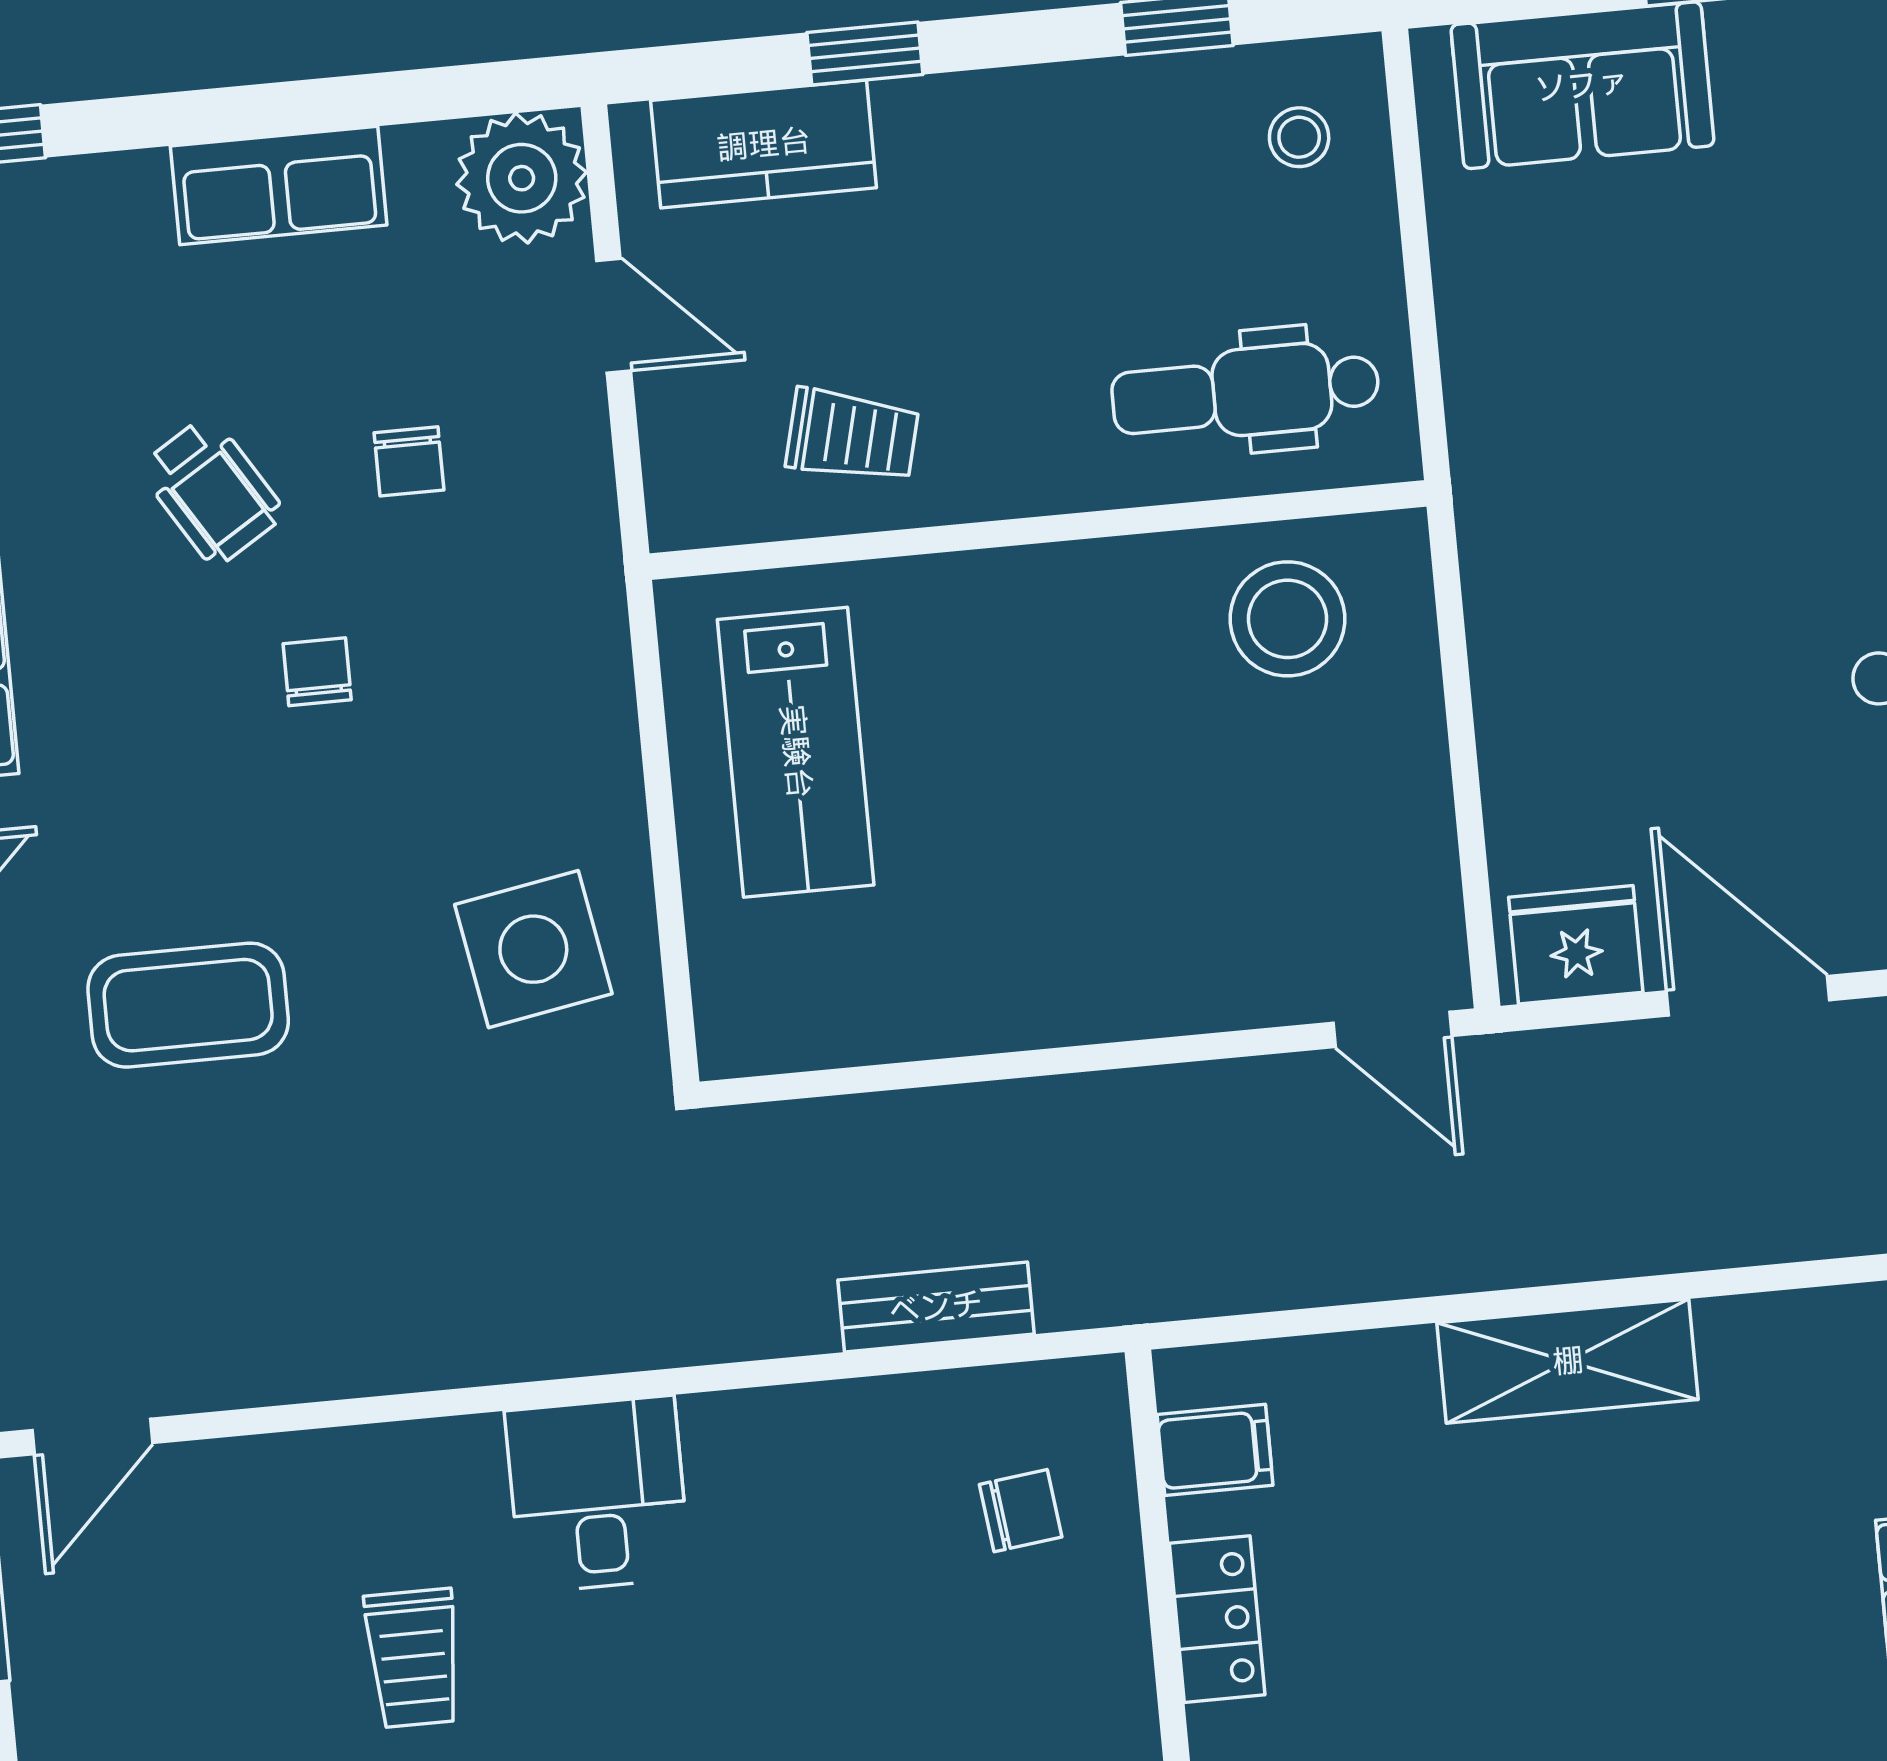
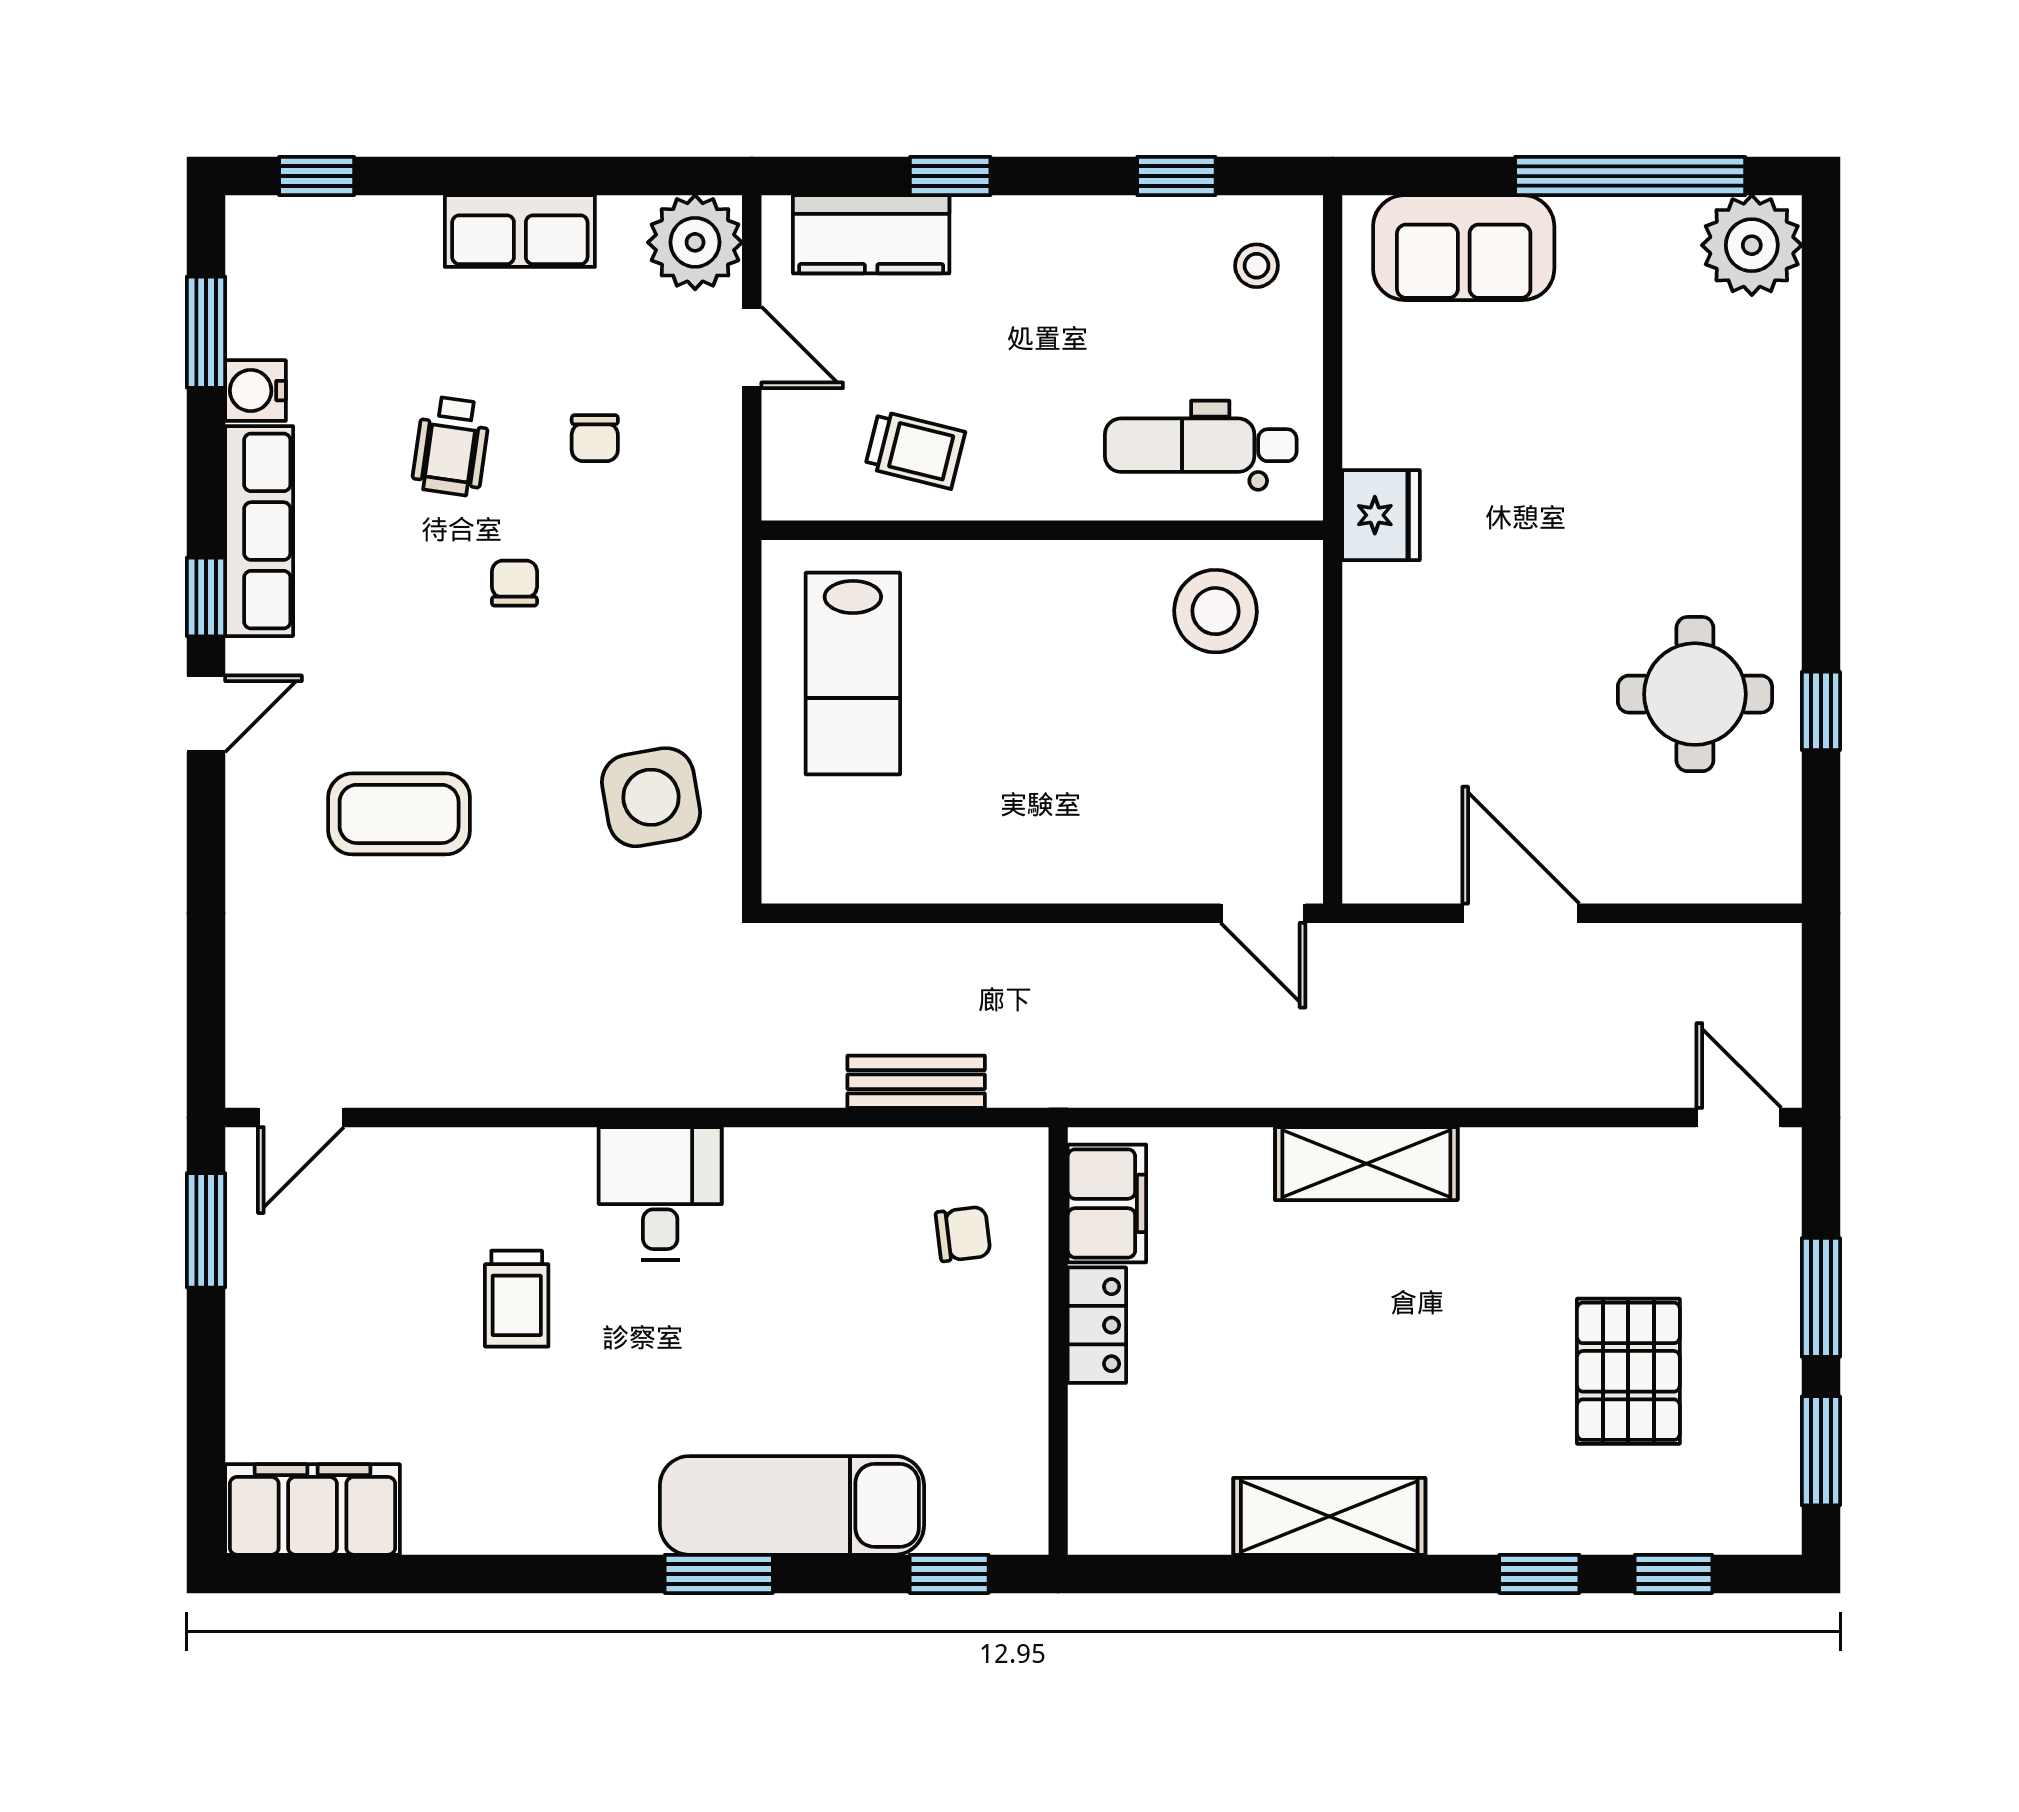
wheelchair: (212, 491) -> (451, 446), turned 40
fridge: (1576, 945) -> (1381, 515), moved, turned 90
filing cabinet: (1215, 1450) -> (1107, 1203), width x2.00

